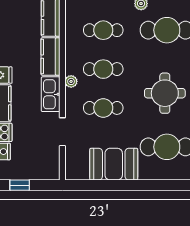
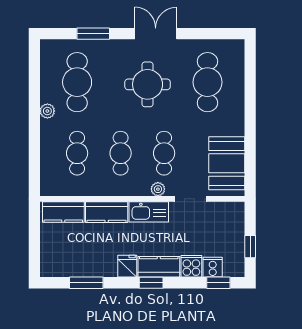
plant: (71, 81) -> (158, 189), moved
booth: (114, 164) -> (227, 163), moved

